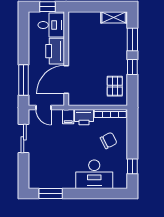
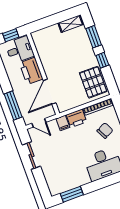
pallet: (115, 86) -> (93, 82), width x1.50, depth x1.42

